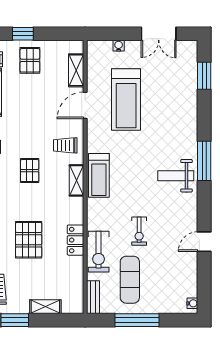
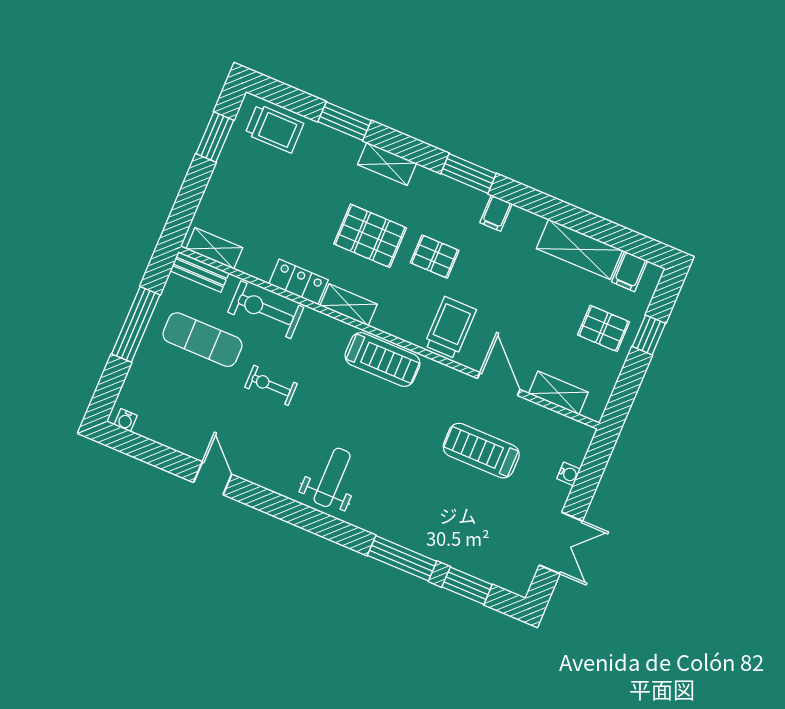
double door: (159, 34) -> (561, 543), swing flipped
treadmill: (126, 100) -> (481, 451), width x0.73, depth x0.73
trolley: (65, 145) -> (450, 328), width x1.36, depth x1.39
window: (204, 161) -> (402, 558), moved
treadmill: (99, 175) -> (383, 360), turned 180
shelving: (76, 180) -> (349, 305), moved
pallet: (29, 240) -> (370, 236), moved
shelving: (45, 307) -> (214, 248), moved, turned 90

